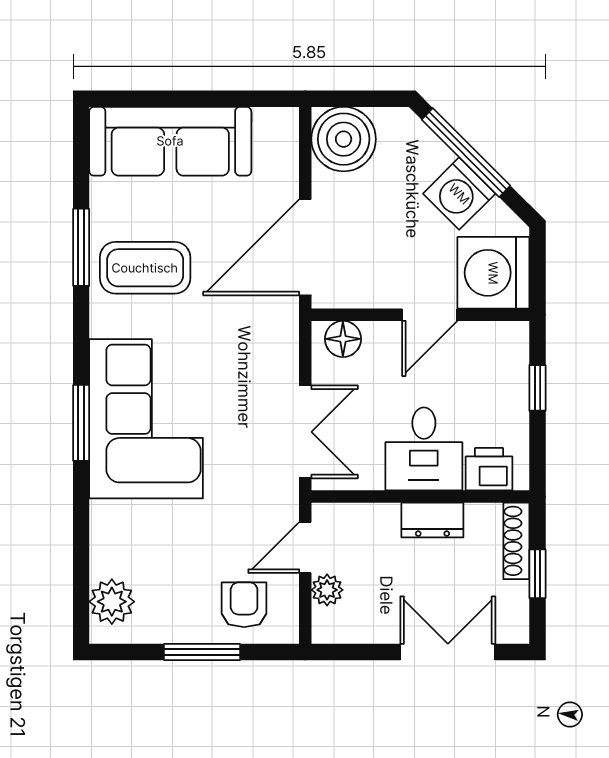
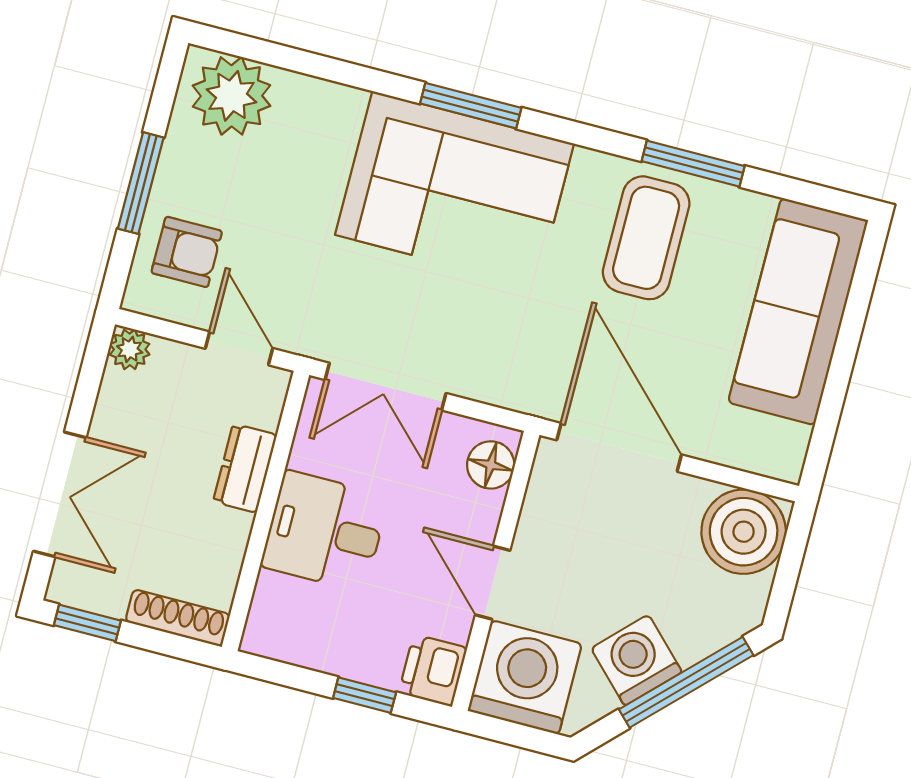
printer: (489, 469) -> (433, 670), moved, turned 180
dresser: (432, 520) -> (245, 468), moved
window: (537, 574) -> (87, 623), moved
plant: (327, 590) -> (130, 349), moved
plant: (112, 602) -> (231, 96), width x1.36, depth x1.36

